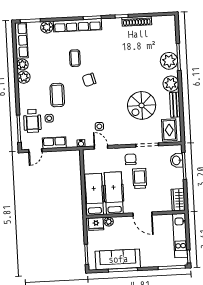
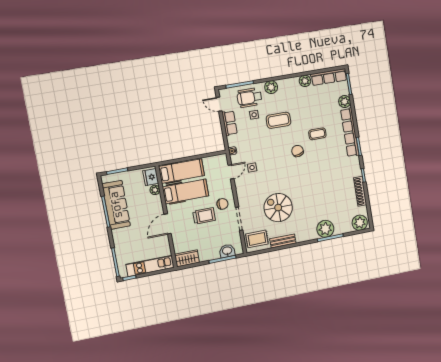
plant: (24, 77) -> (271, 87), moved
plant: (171, 84) -> (360, 223), moved

